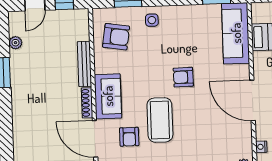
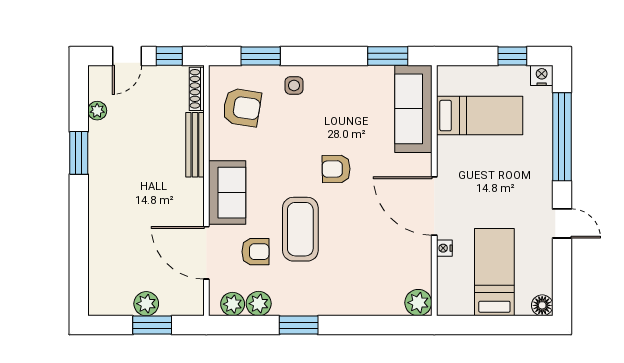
shoe rack: (87, 103) -> (197, 89), moved
armchair: (129, 137) -> (255, 252), turned -90
nightstand: (261, 147) -> (444, 248), moved

